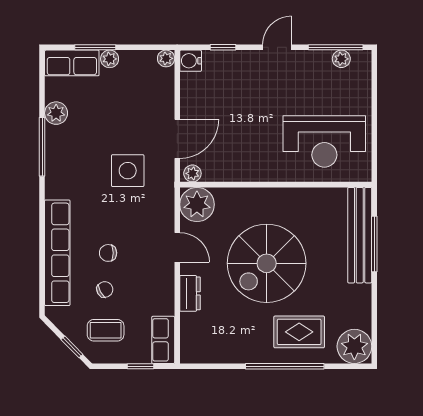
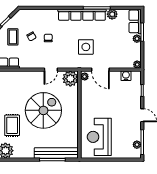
water cooler: (191, 61) -> (126, 76), moved
row of seats: (57, 253) -> (82, 15), moved
spiral stairs: (267, 263) -> (43, 110), turned 90
dresser: (190, 293) -> (30, 75), removed

